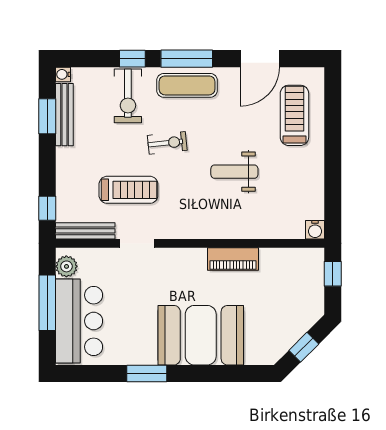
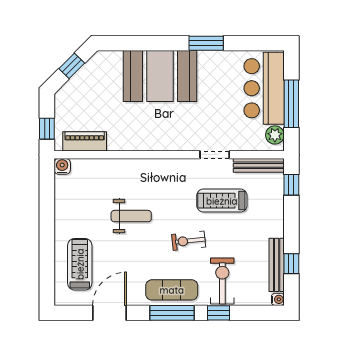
treadmill: (294, 115) -> (80, 264), turned 180
window: (47, 116) -> (291, 264), width x0.67
piano: (233, 259) -> (85, 141), moved

